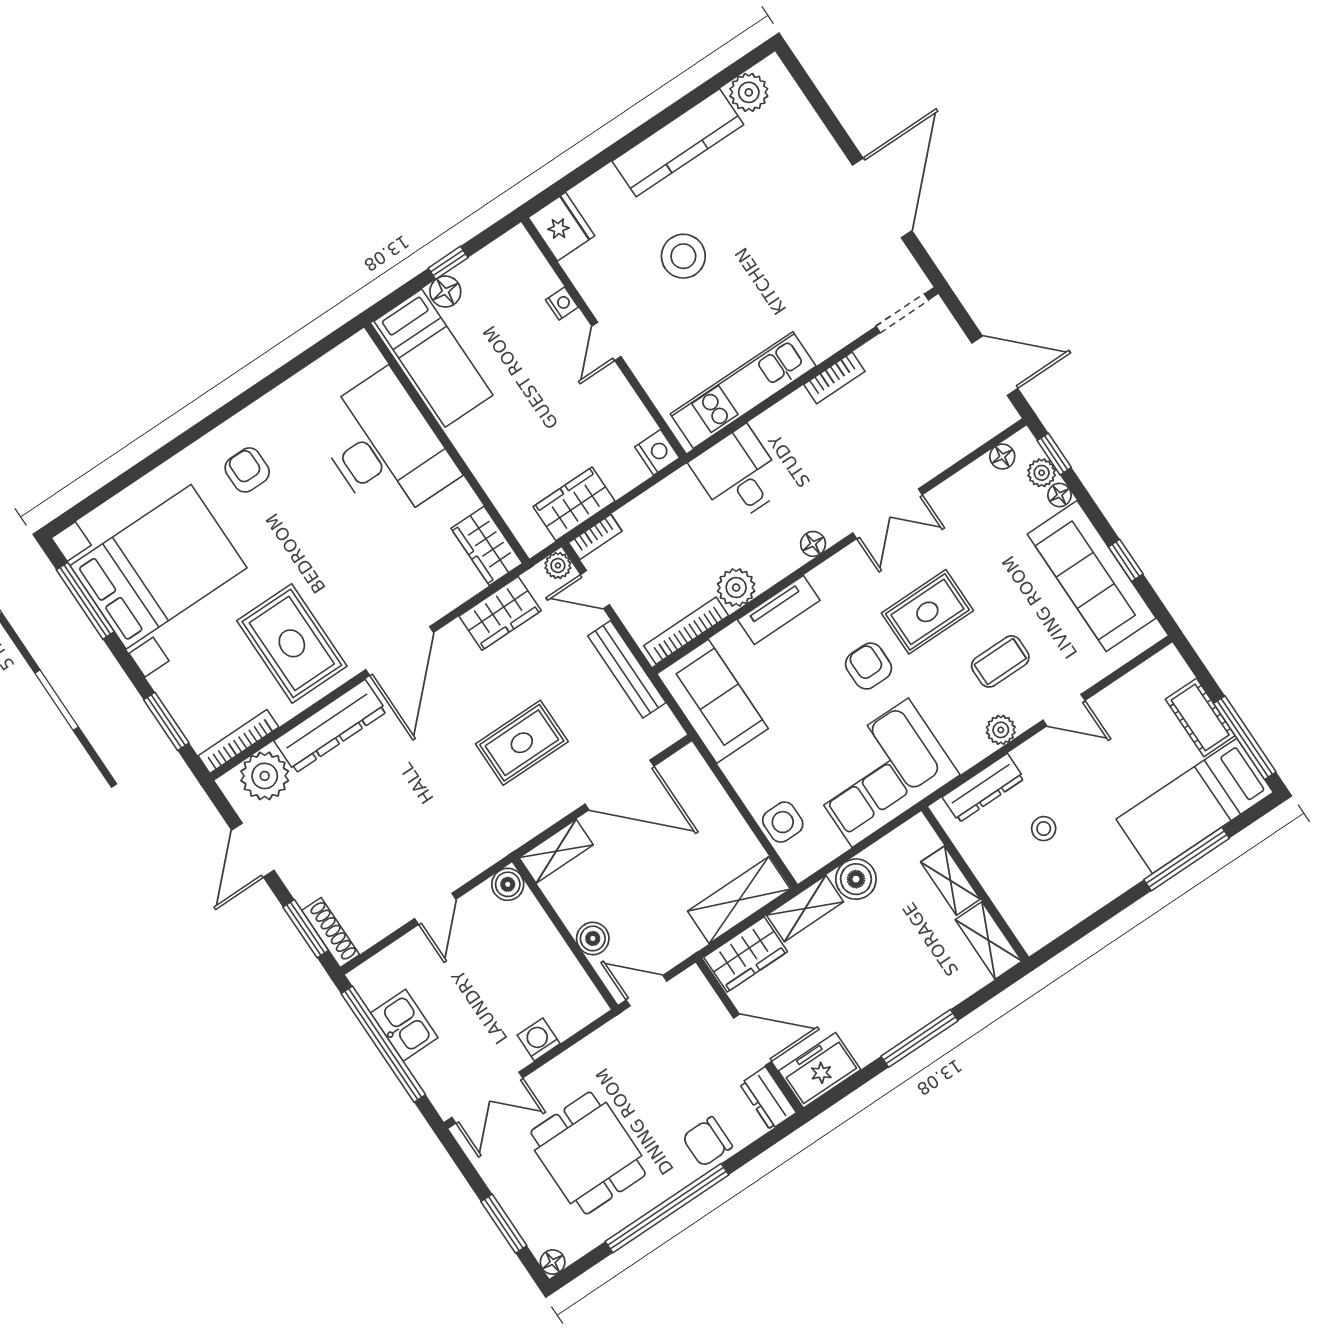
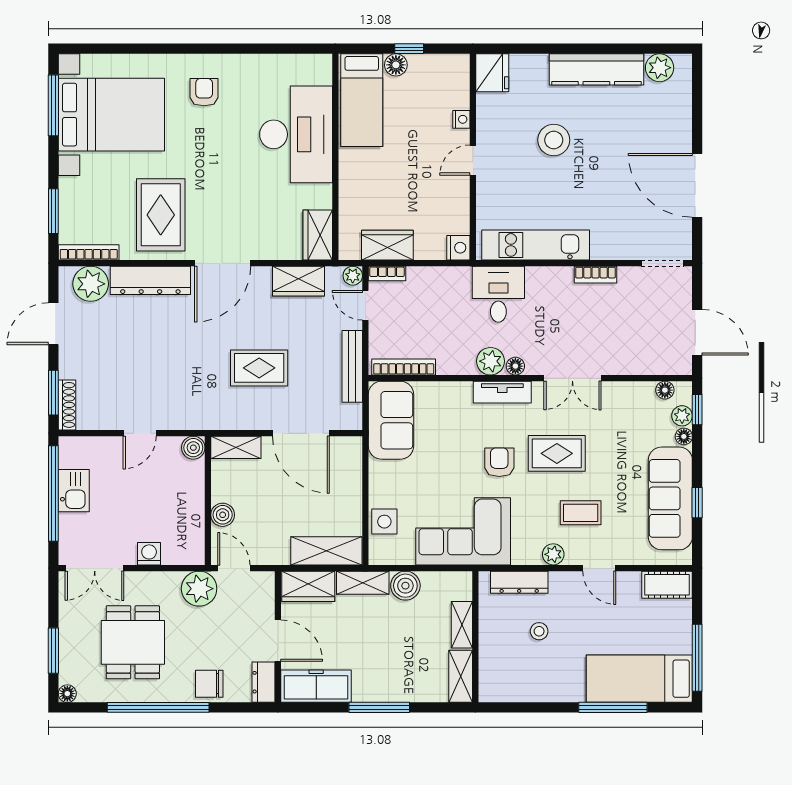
door: (882, 198) -> (697, 185), swing flipped
plant: (736, 588) -> (491, 361), moved
tv unit: (779, 610) -> (502, 392), moved
cot: (1200, 717) -> (667, 585), moved, turned 90
plant: (623, 1041) -> (199, 589), added
freezer: (820, 1070) -> (316, 686), width x1.40

